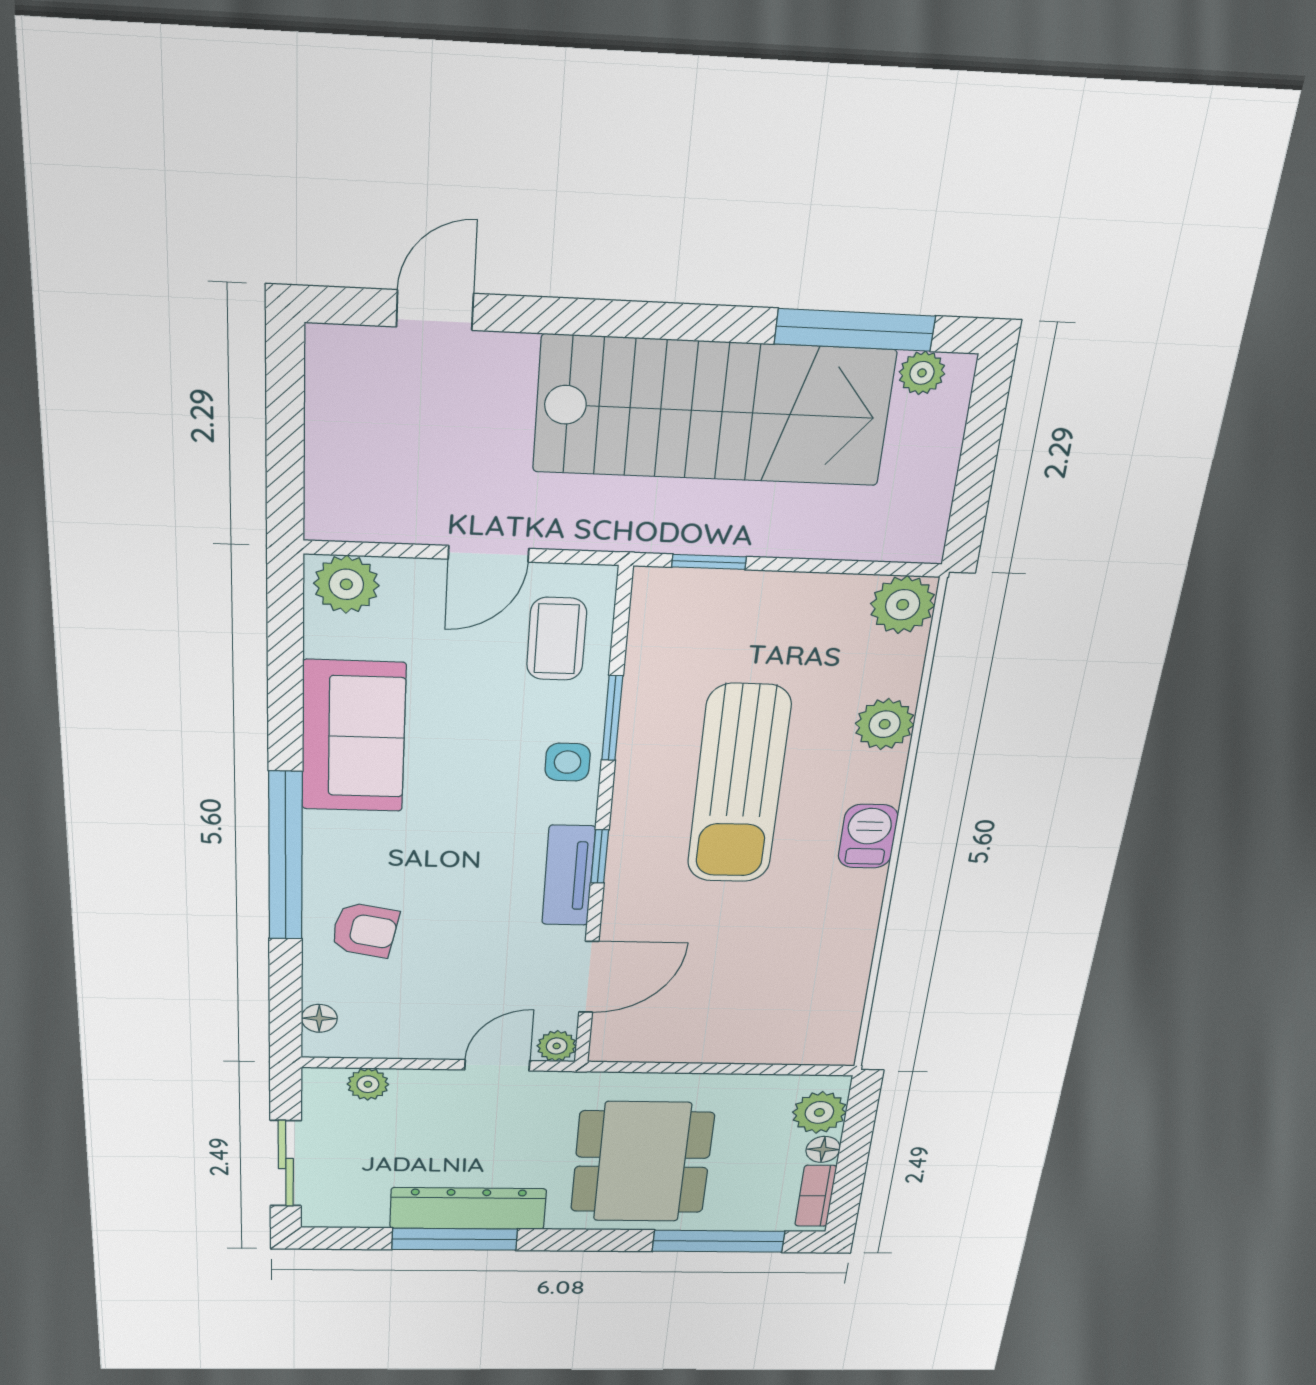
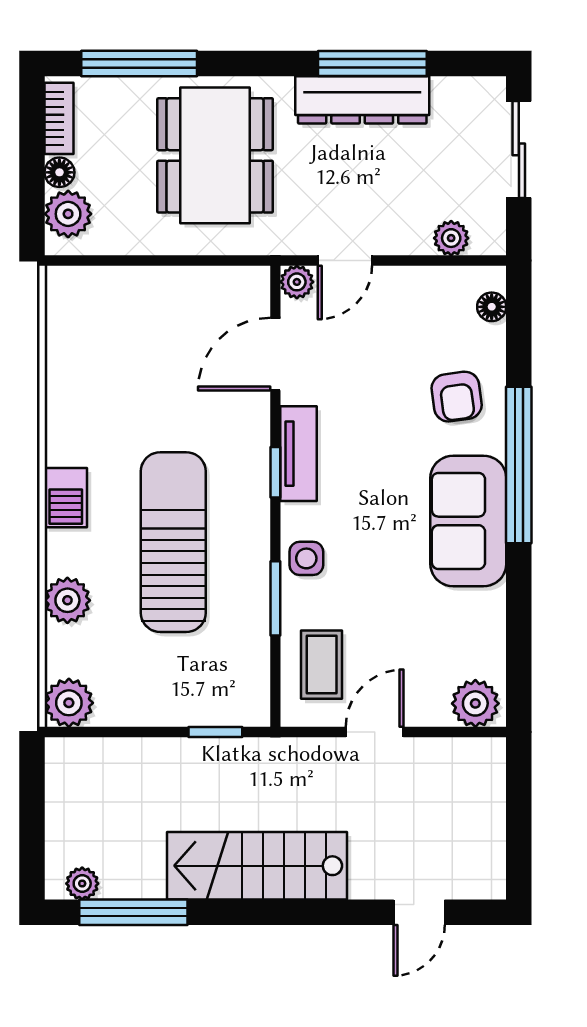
stairs: (713, 411) -> (257, 866), width x0.73, depth x0.66
sofa: (353, 737) -> (468, 521), moved
armchair: (365, 930) -> (457, 397), turned -109

